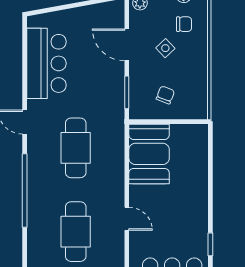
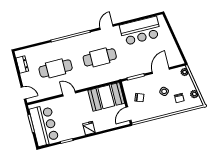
door: (189, 122) -> (129, 114), added
fridge: (197, 199) -> (89, 128), added
door: (127, 219) -> (69, 94), swing flipped

